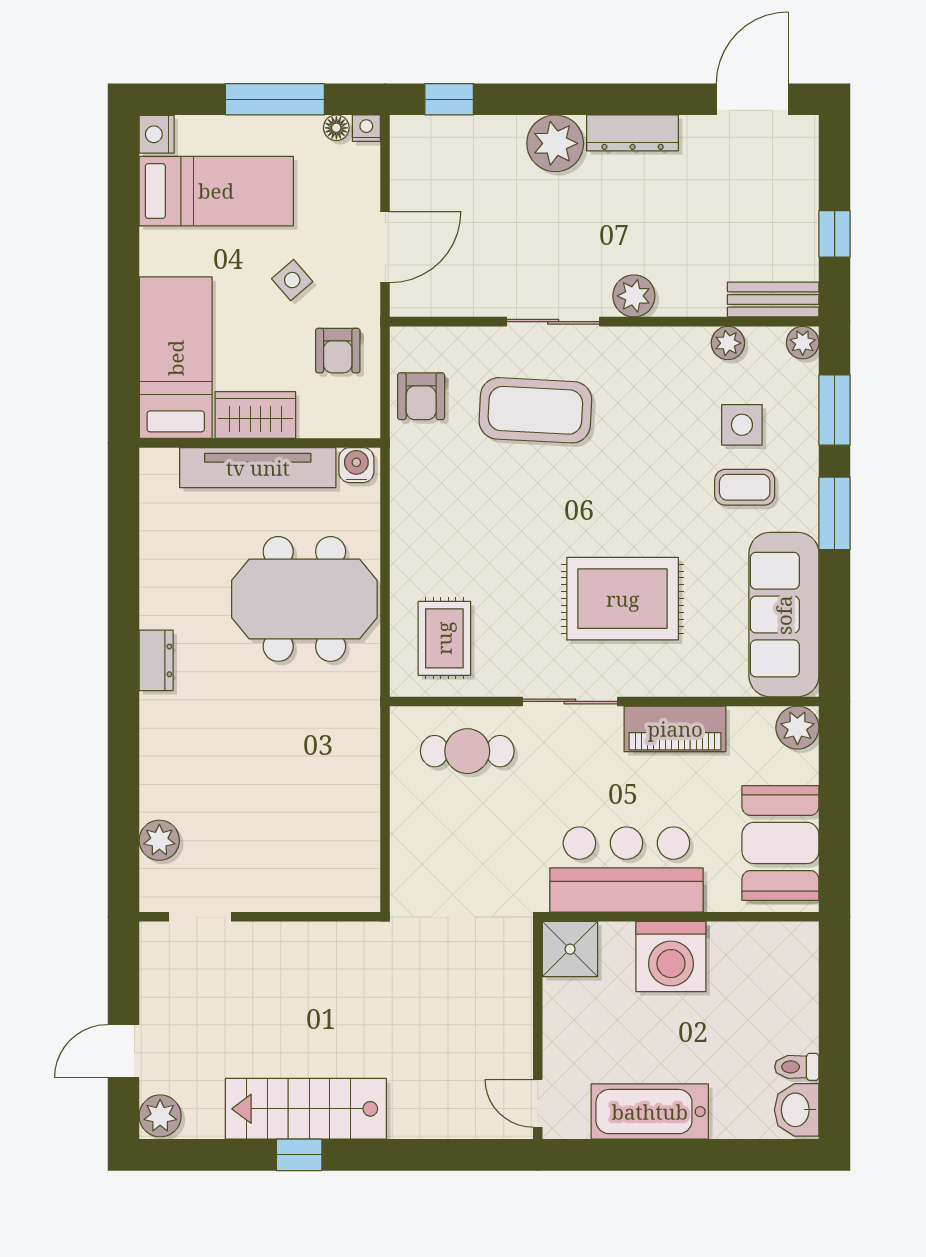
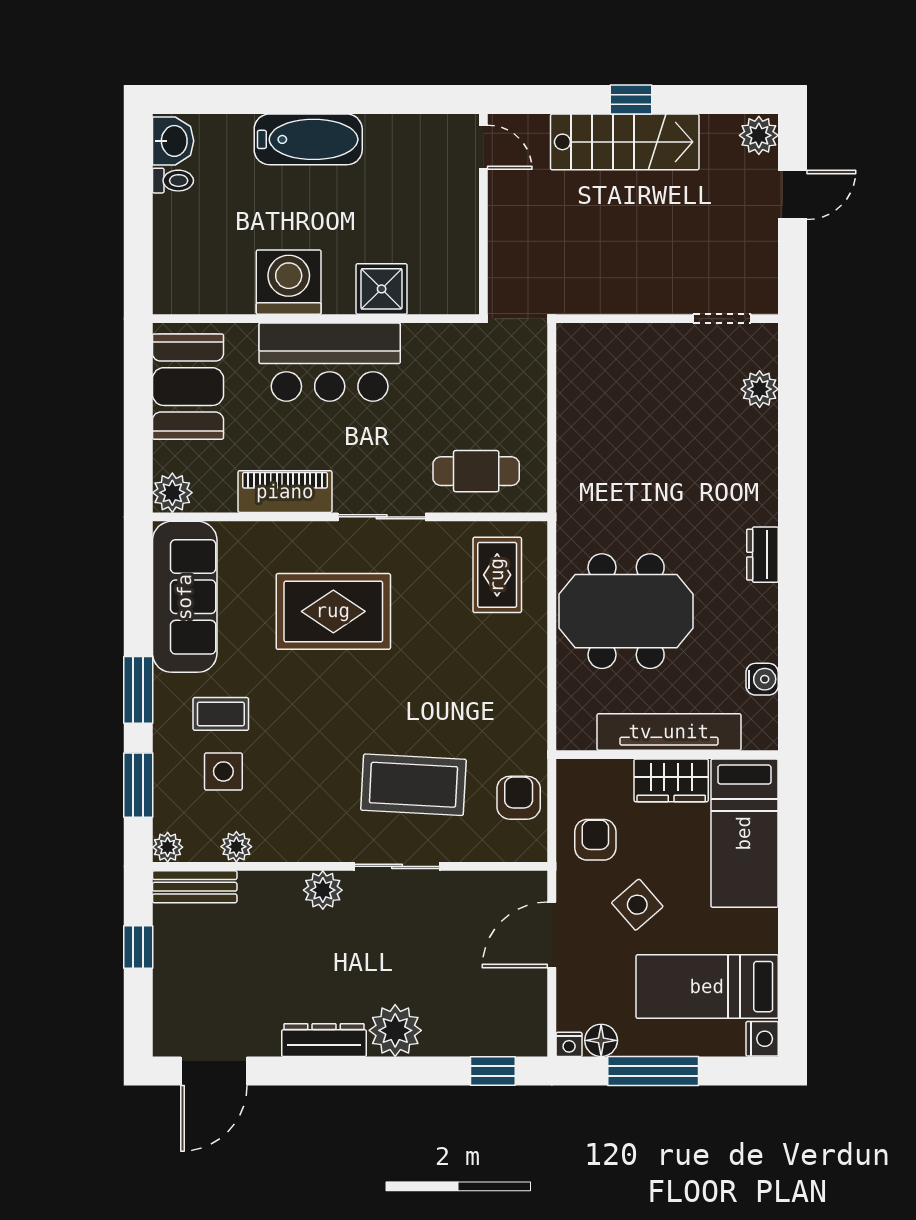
floor lamp: (336, 128) -> (601, 1040), width x1.37, depth x1.37
side table: (292, 280) -> (637, 905), width x1.37, depth x1.37
water cooler: (356, 465) -> (762, 679), moved, turned -90
wall: (538, 1030) -> (483, 214), moved
door: (538, 1103) -> (483, 147), moved

